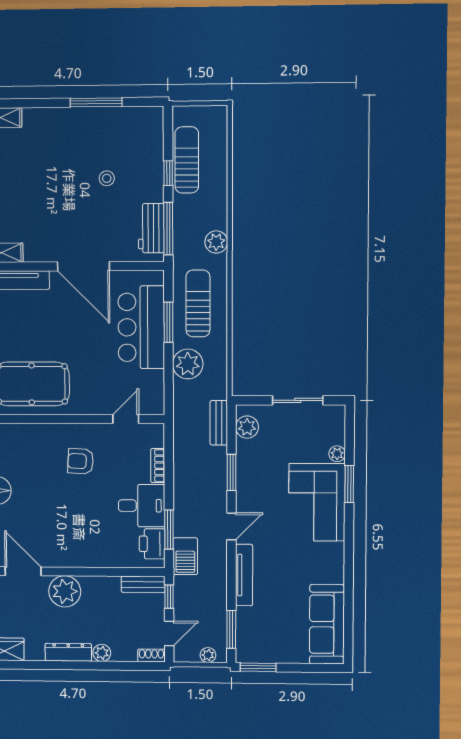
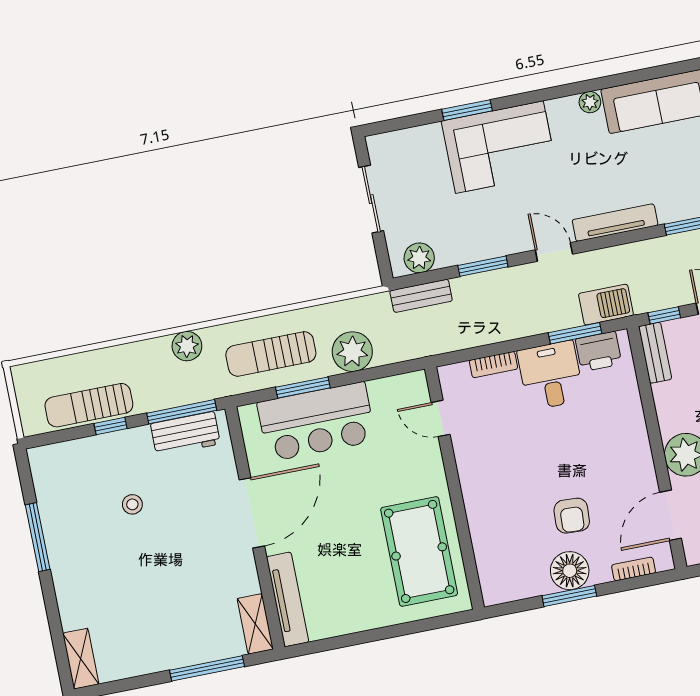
plant: (337, 454) -> (590, 102), moved
armchair: (81, 461) -> (572, 516), moved

